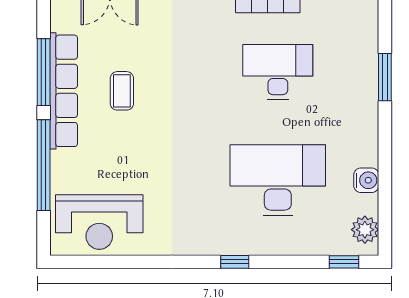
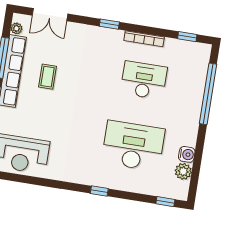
plant: (59, 21) -> (16, 28), added
window: (385, 77) -> (208, 94), width x2.11
plant: (365, 230) -> (183, 171), moved

